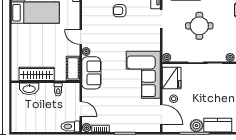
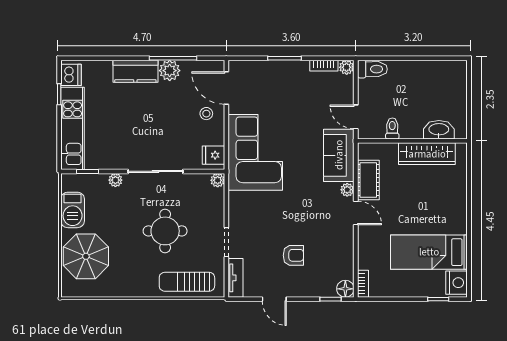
cot: (73, 68) -> (368, 180), moved
fridge: (172, 78) -> (213, 155), width x0.53, depth x0.75
door: (81, 109) -> (356, 117), moved

